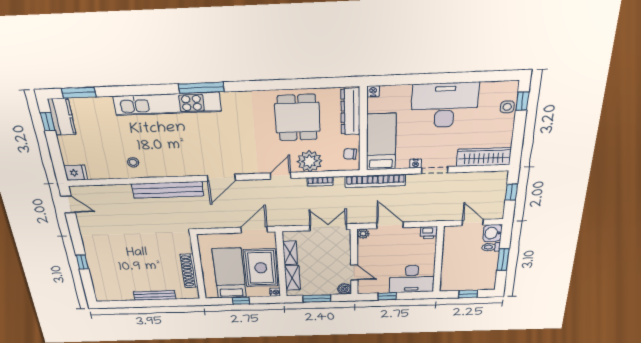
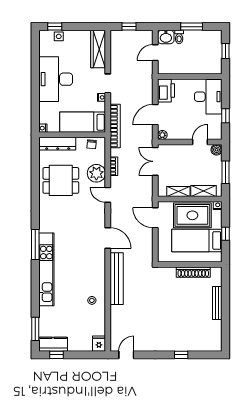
printer: (429, 233) -> (166, 90), width x1.87, depth x1.48

